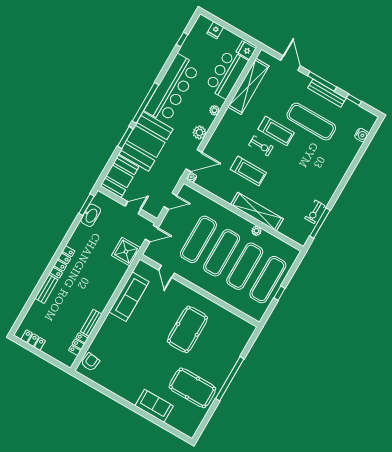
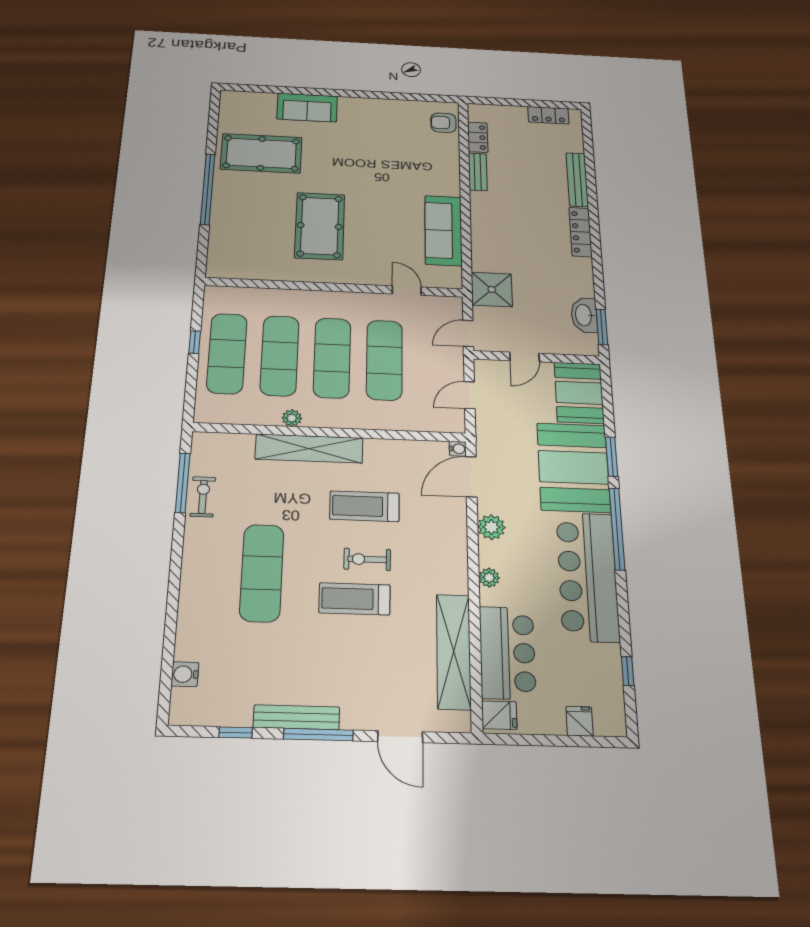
exercise mat: (311, 122) -> (262, 573), moved, turned 90
bench: (46, 289) -> (577, 180), width x1.36
armchair: (90, 362) -> (443, 123), turned 83

